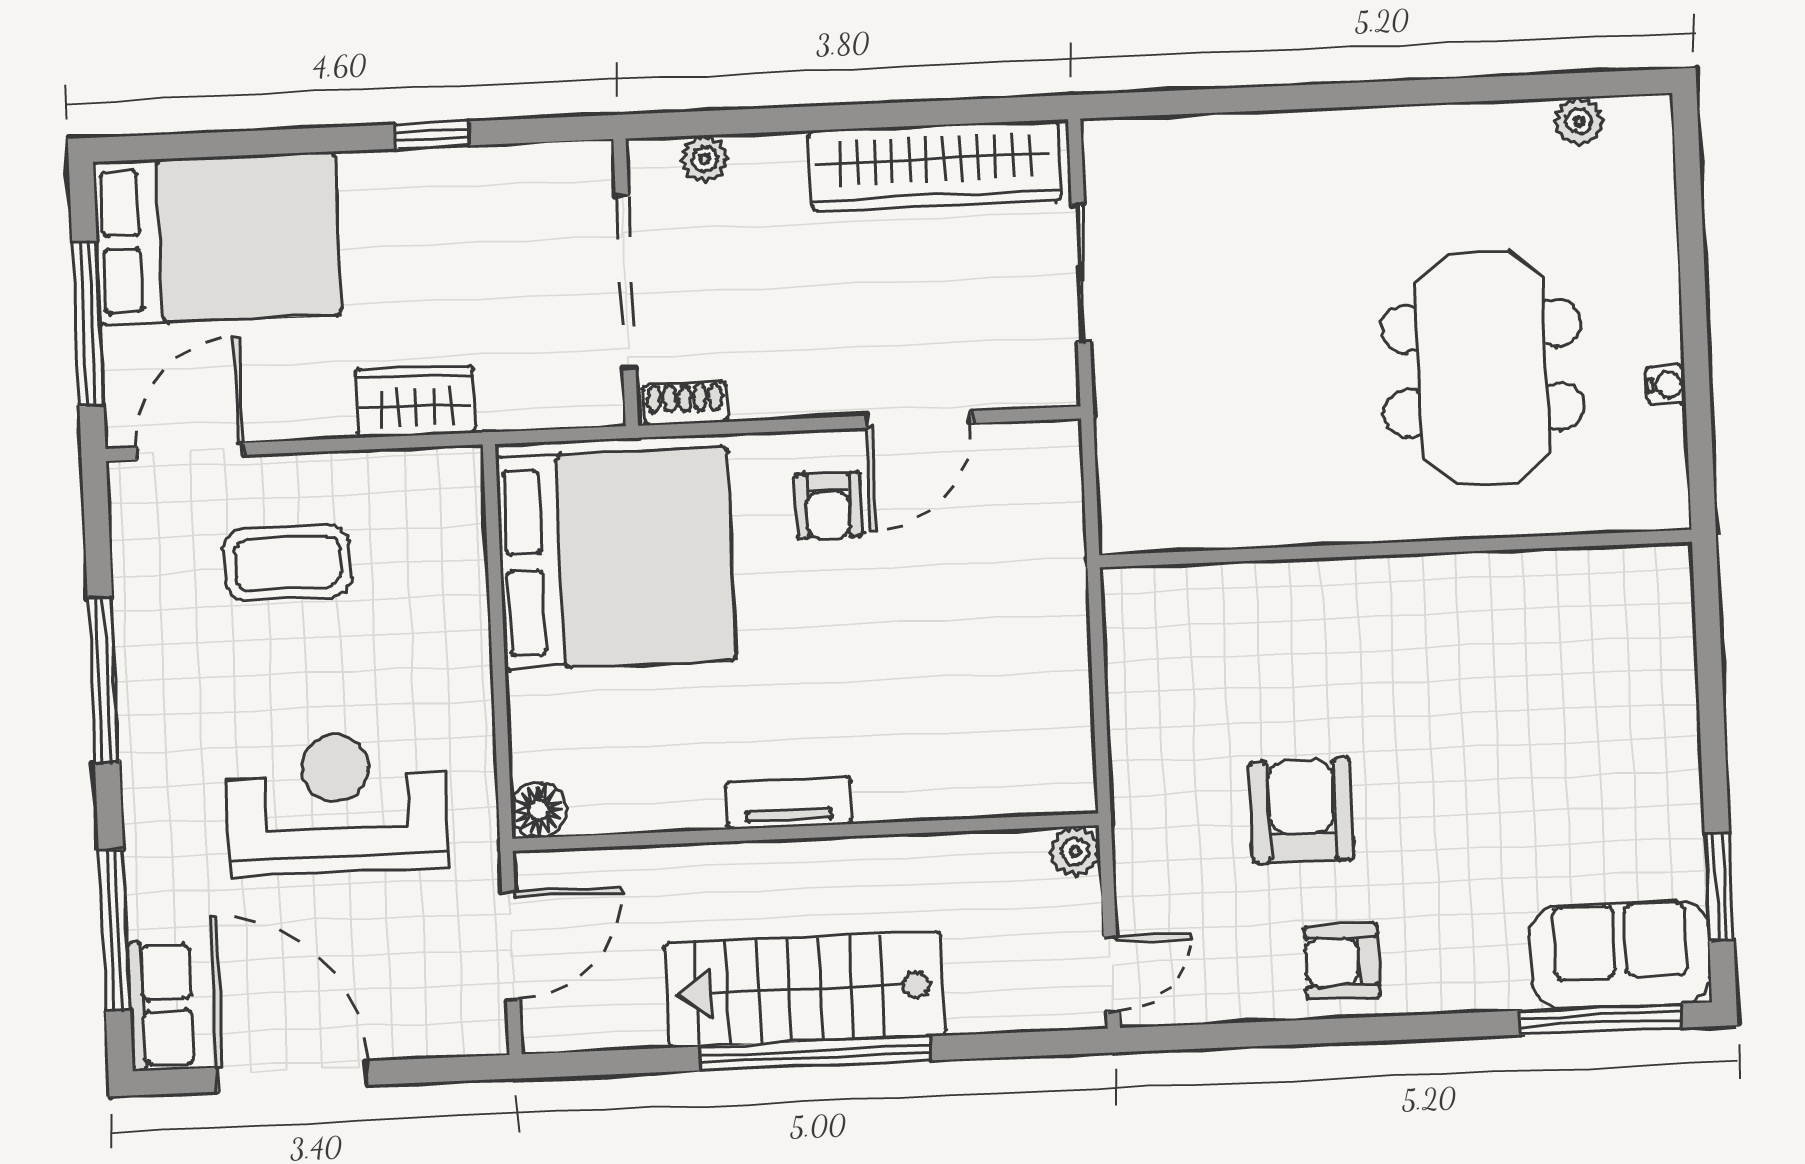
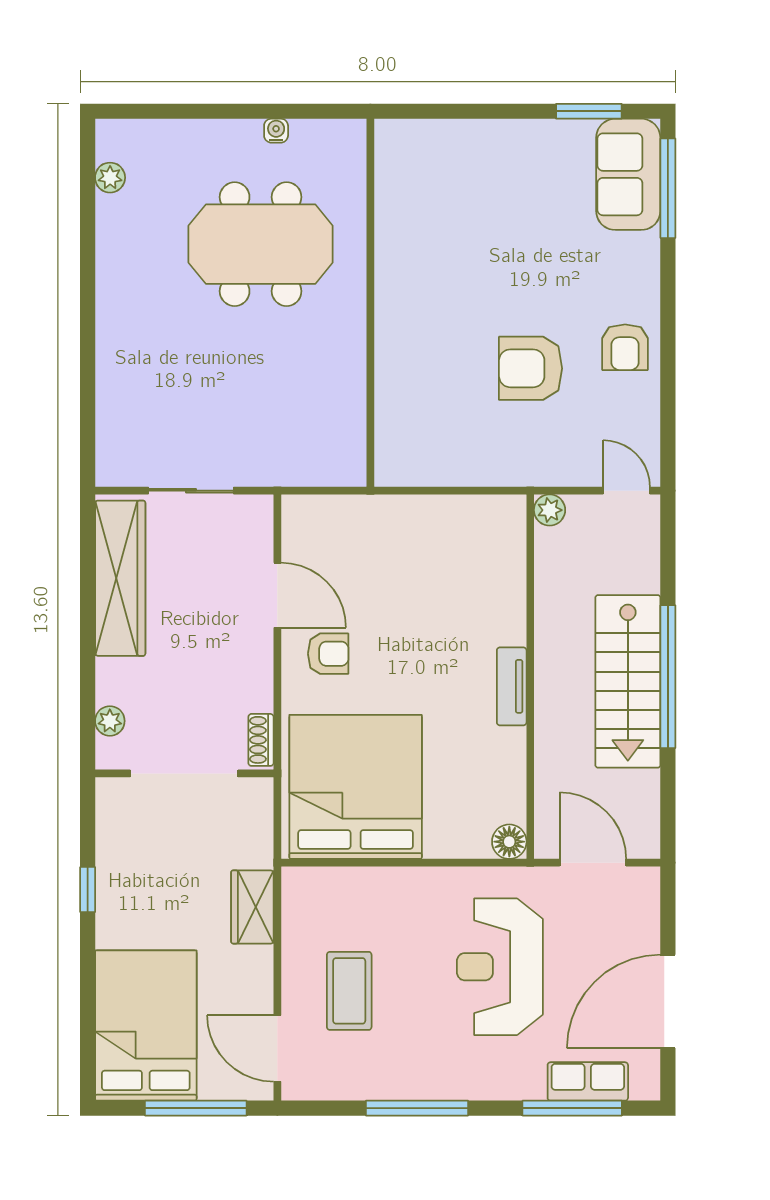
row of seats: (161, 1005) -> (588, 1081), moved

